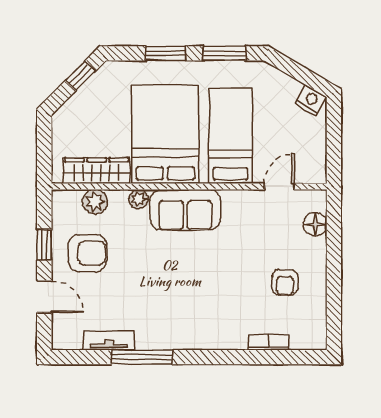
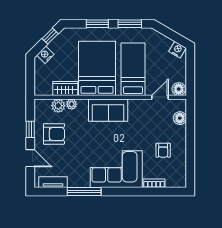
nightstand: (72, 110) -> (45, 55), added
wardrobe: (97, 171) -> (65, 88), width x0.67
floor lamp: (313, 172) -> (179, 89), added
plant: (138, 199) -> (72, 104), moved
corner sofa: (200, 317) -> (116, 169), added
tv unit: (109, 340) -> (53, 182), moved

